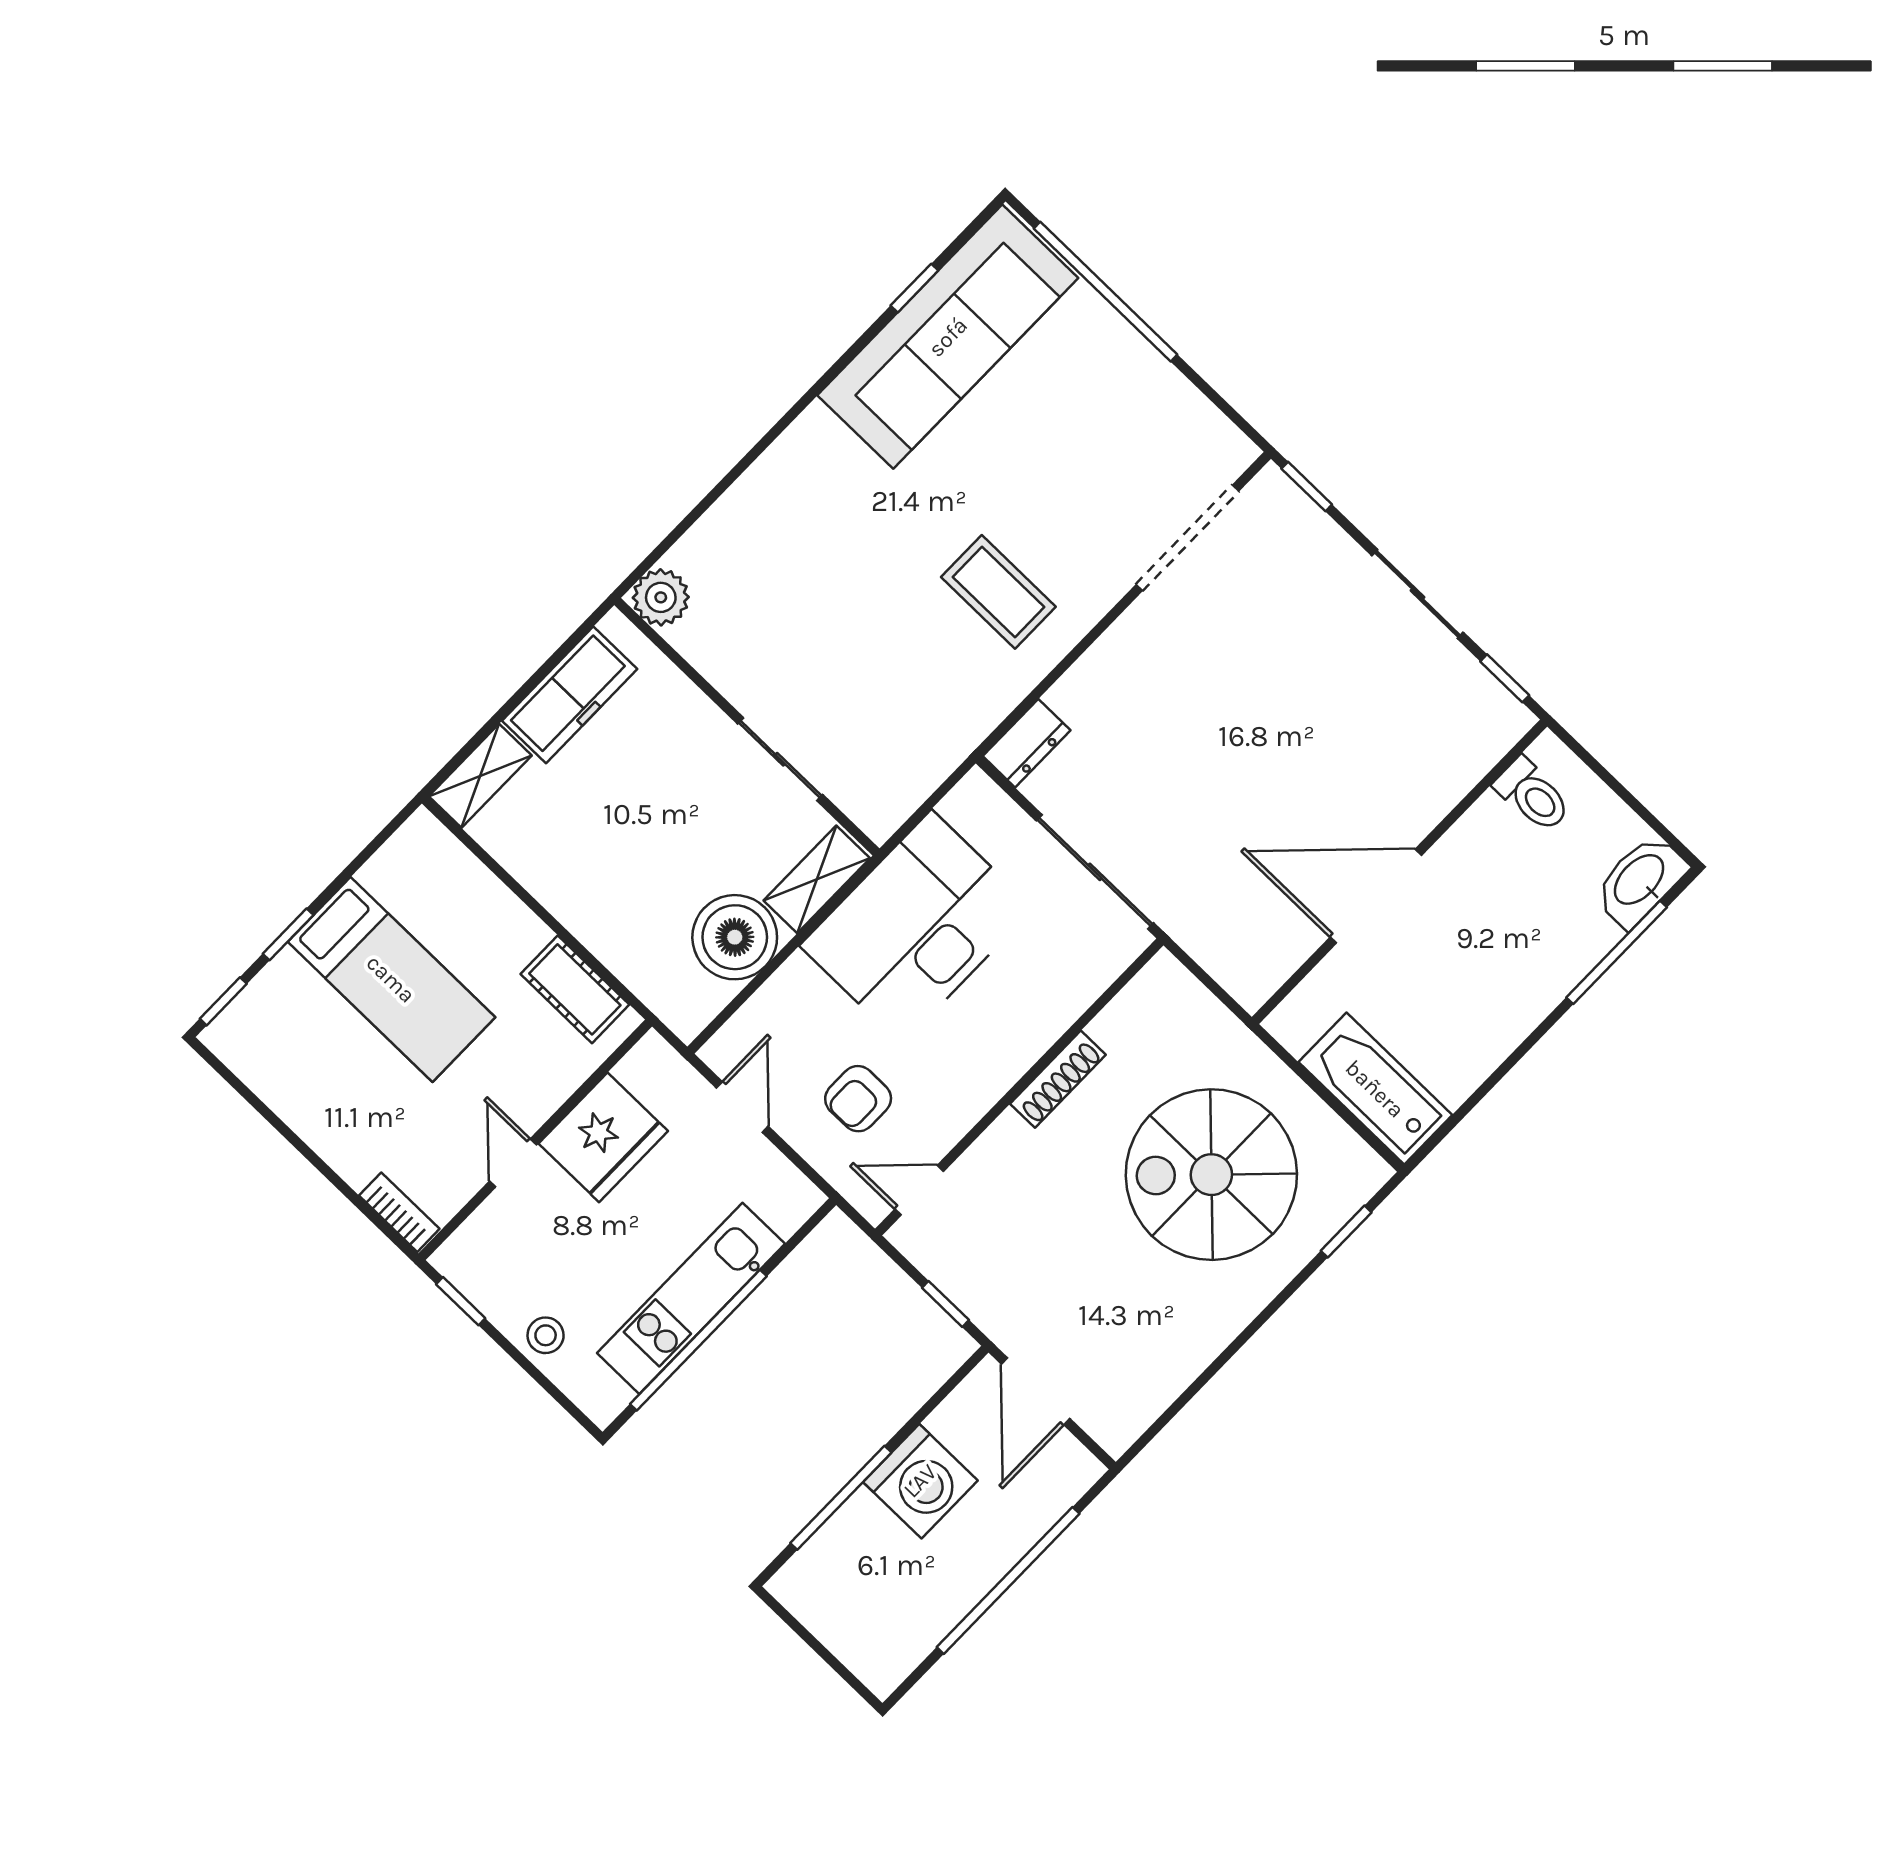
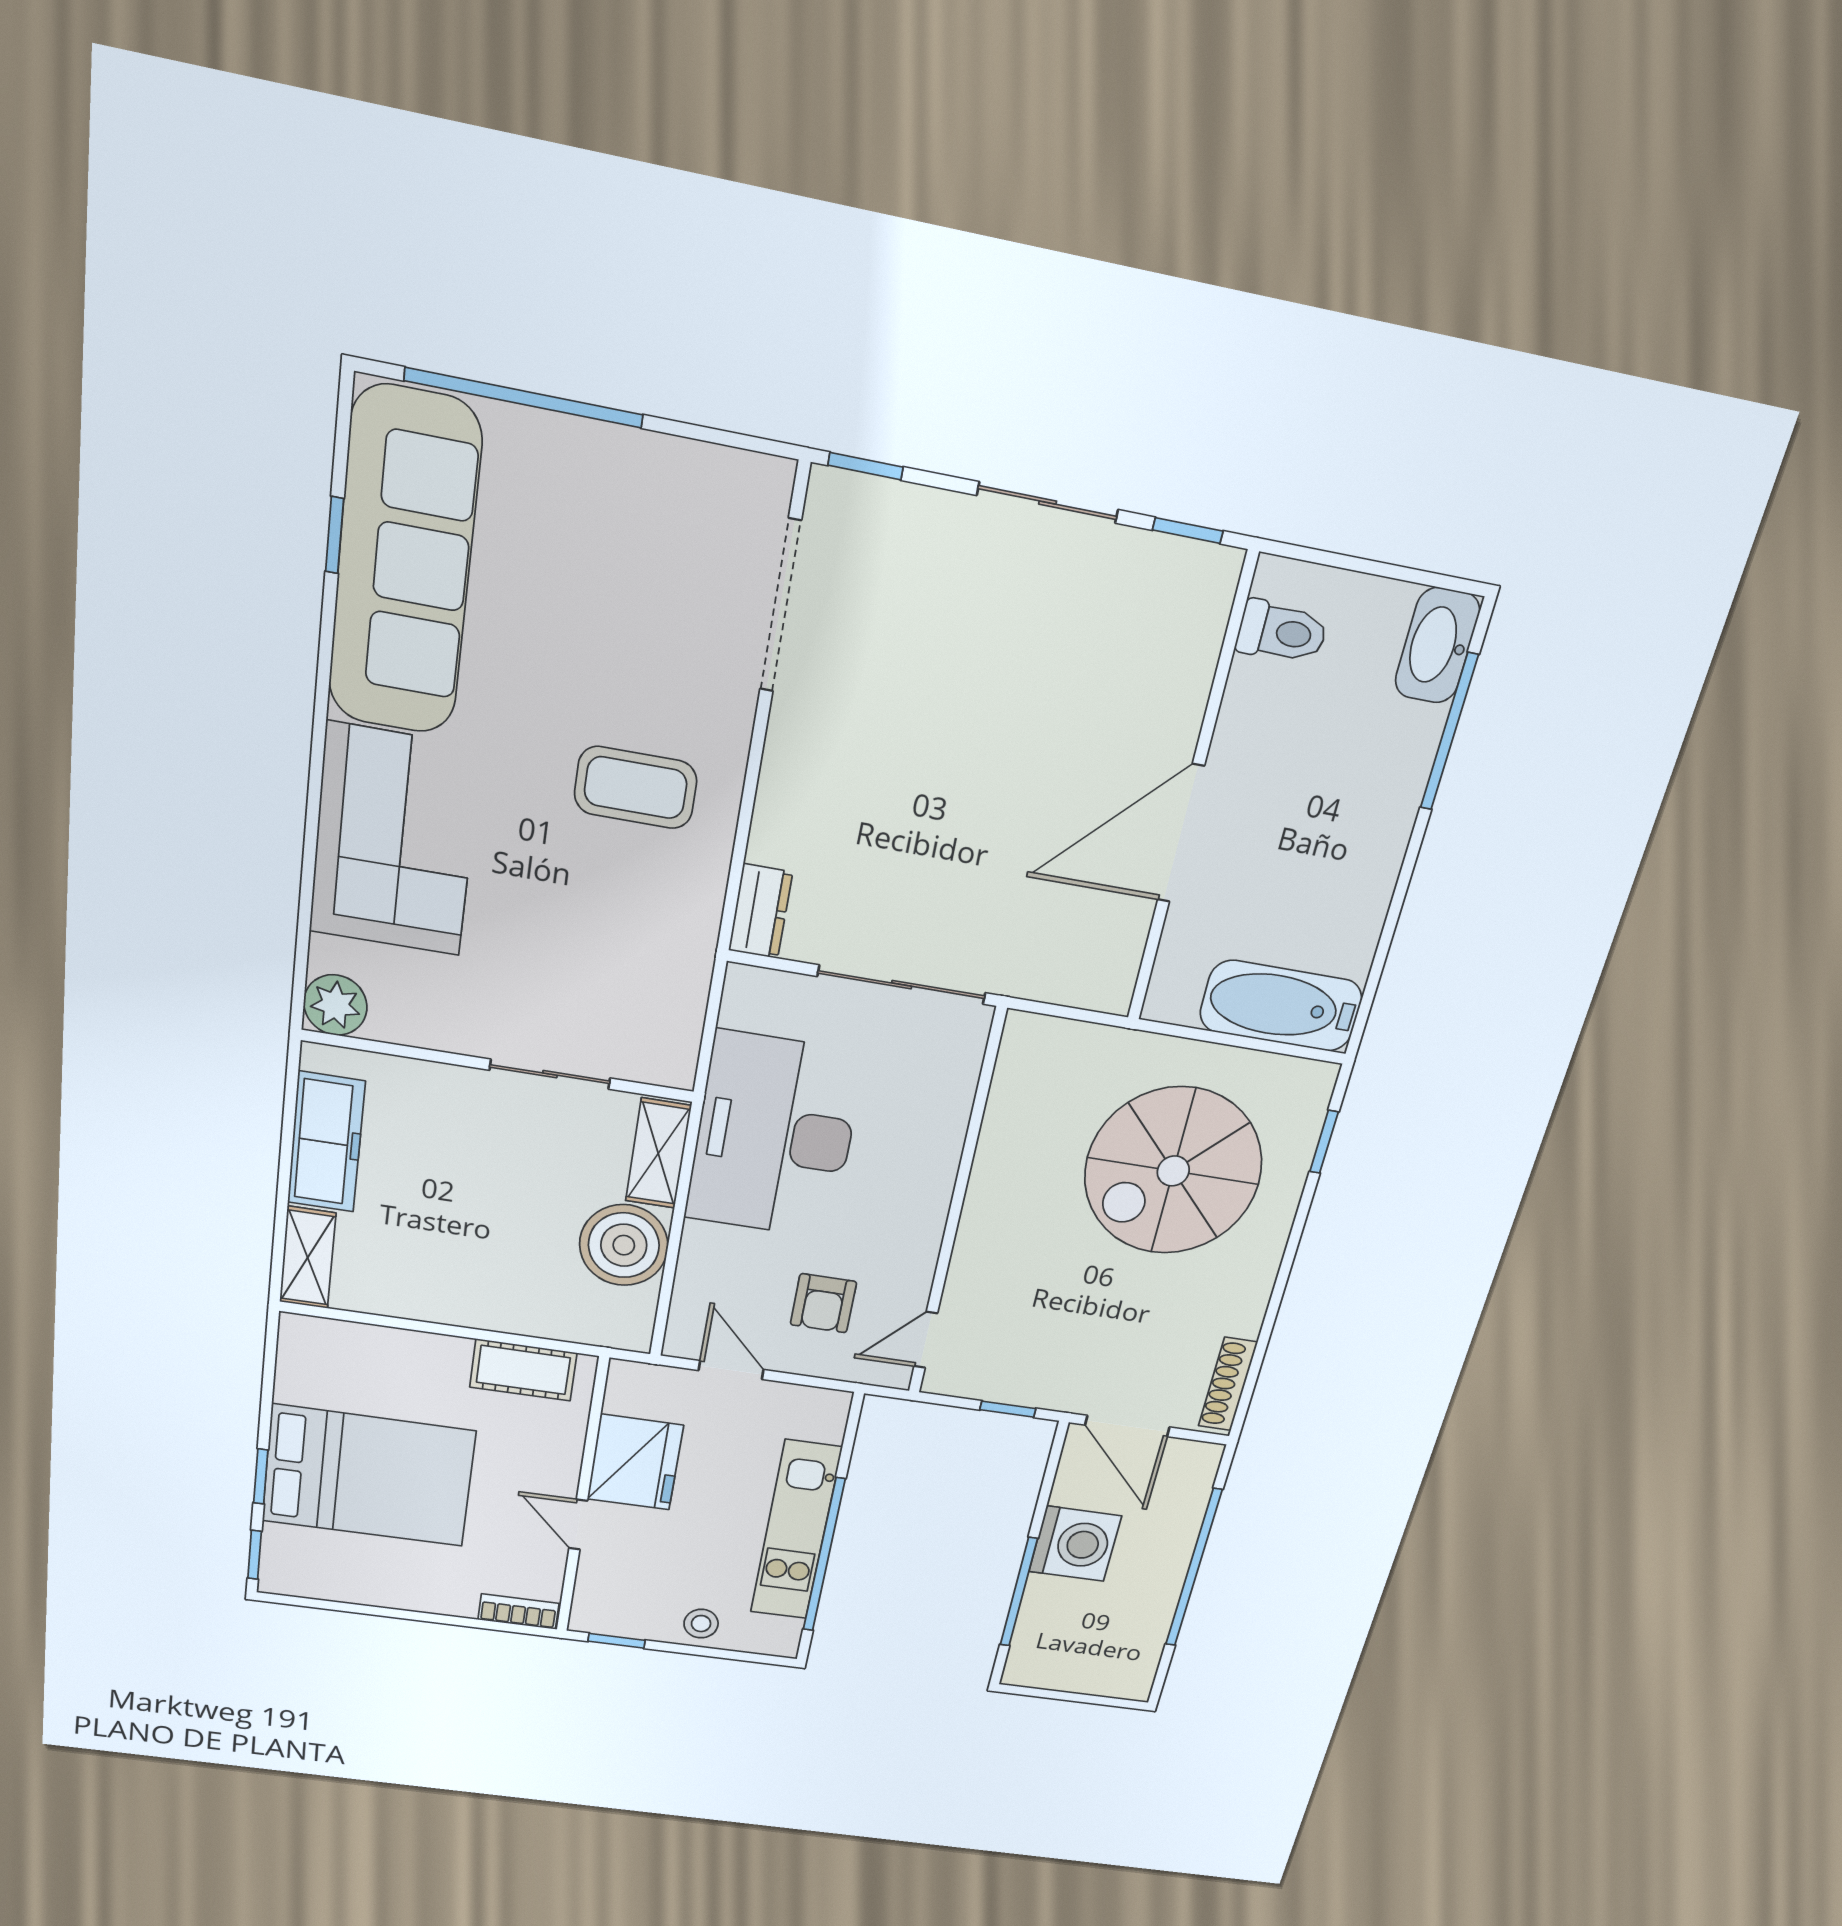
corner sofa: (797, 511) -> (394, 840), added
bed: (391, 979) -> (369, 1476), width x1.50
shoe rack: (1058, 1079) -> (1228, 1384), moved, turned 180

